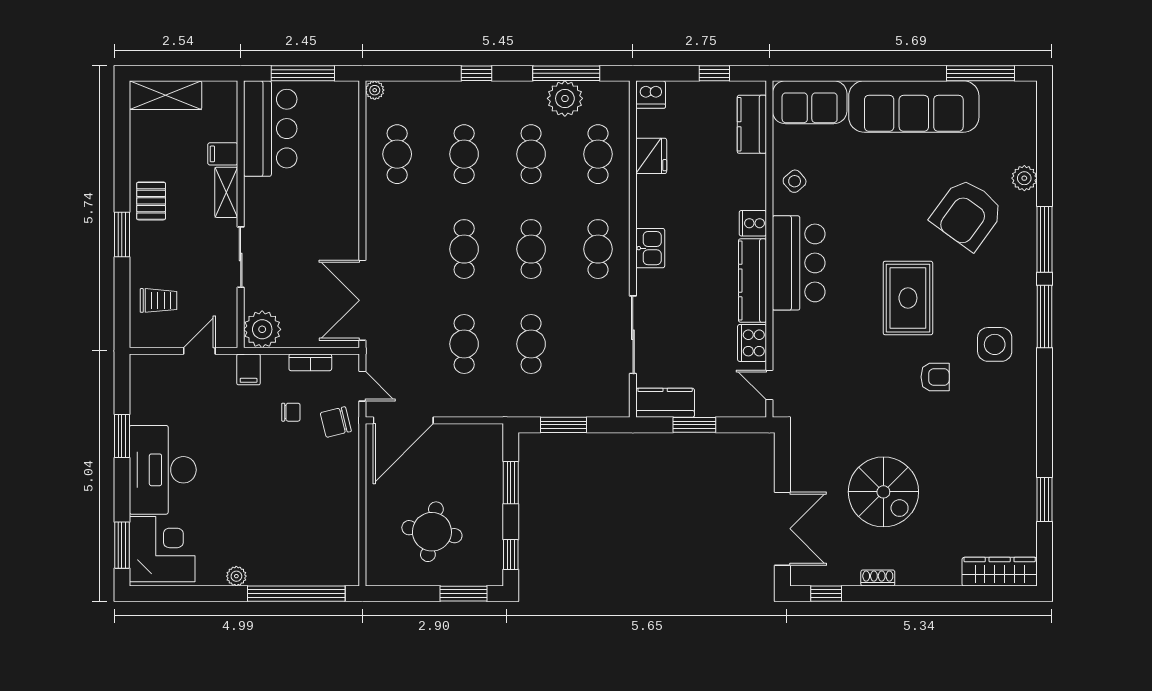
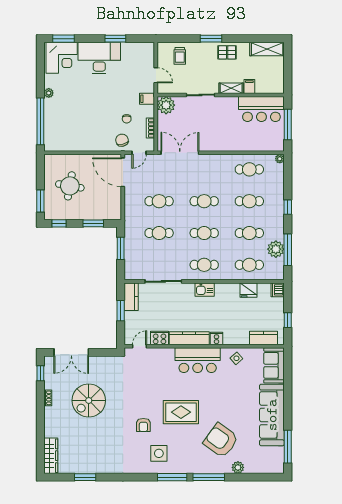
shelving: (166, 95) -> (267, 49), moved, turned 90

